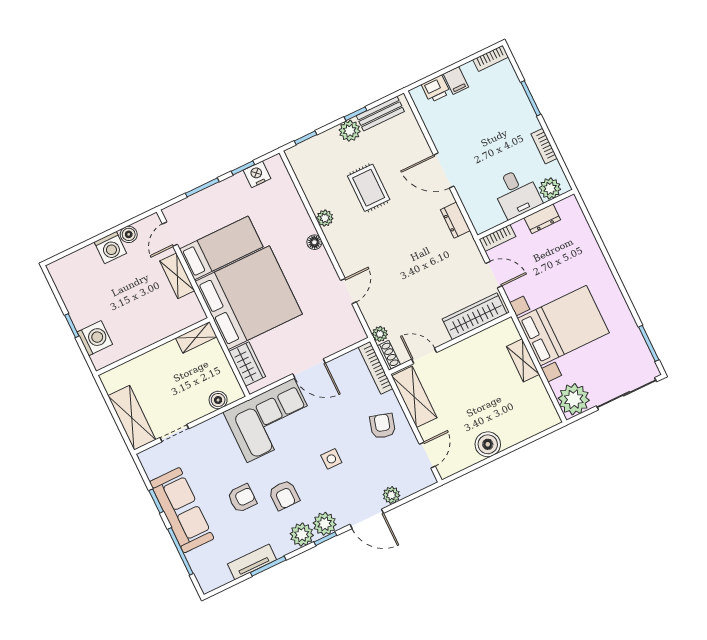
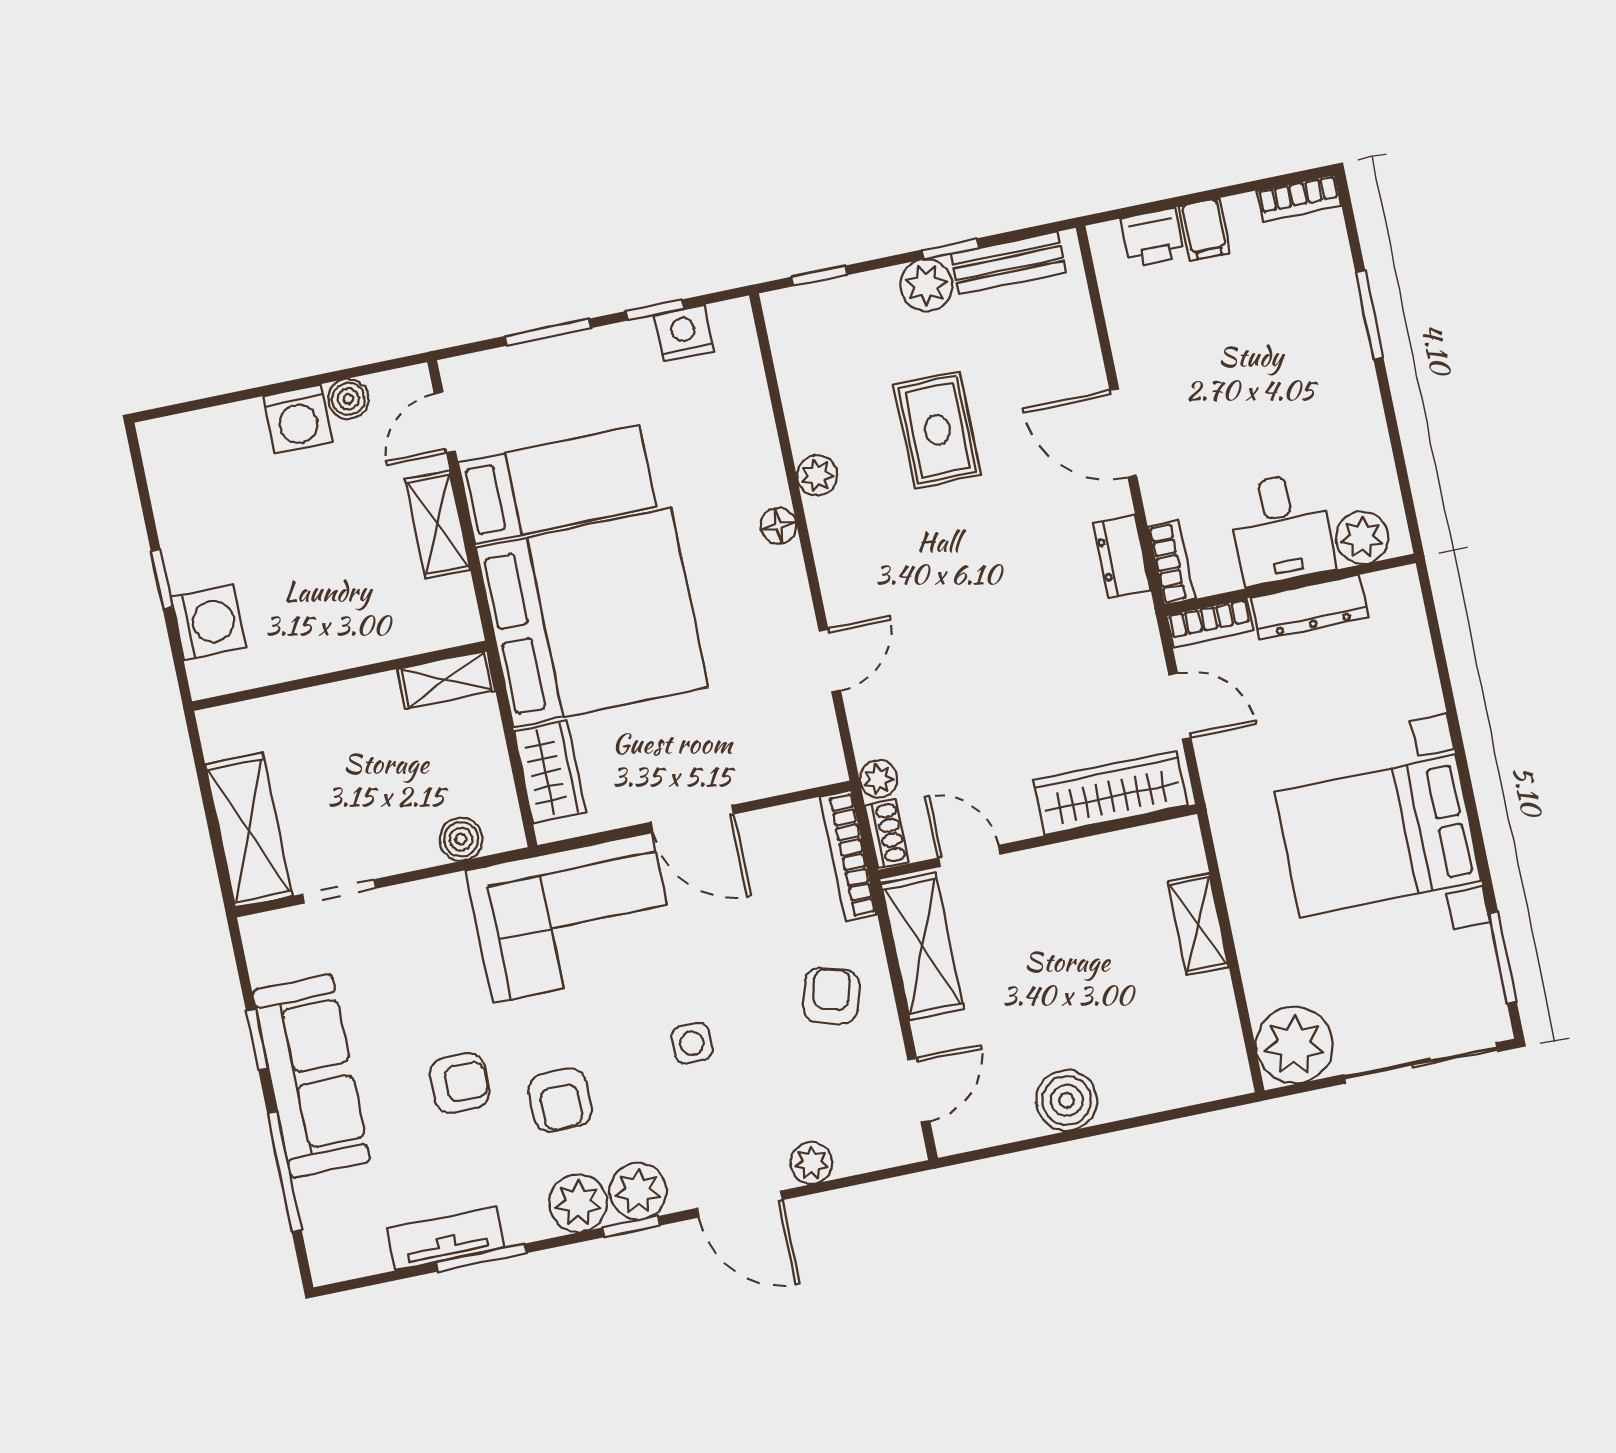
bookcase: (544, 146) -> (1172, 562), moved, turned 180
dresser: (542, 219) -> (1310, 607), width x1.44
bed with nightstands: (563, 326) -> (1378, 836), moved, turned 180

